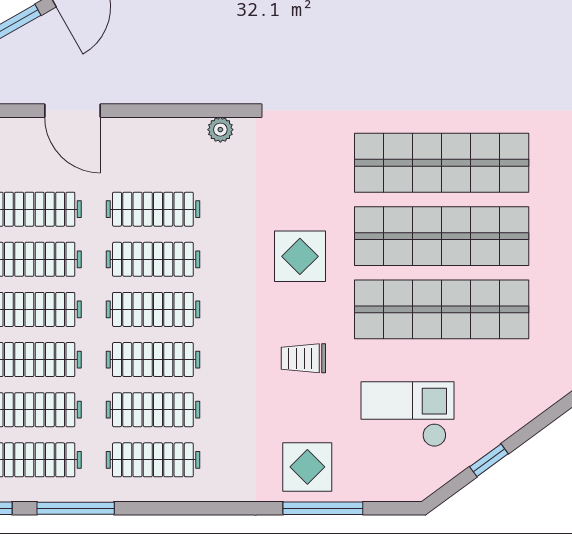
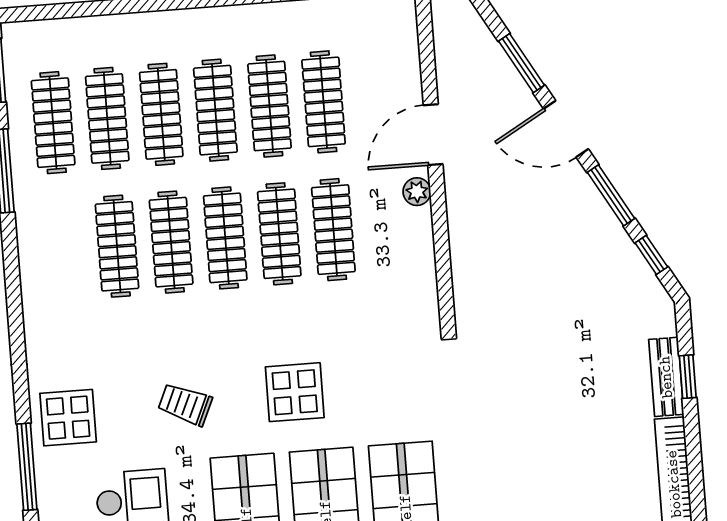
plant: (220, 130) -> (417, 192), moved
trolley: (303, 358) -> (185, 404), turned -66
clothes rail: (153, 460) -> (63, 250), removed
window: (323, 508) -> (27, 467), moved

